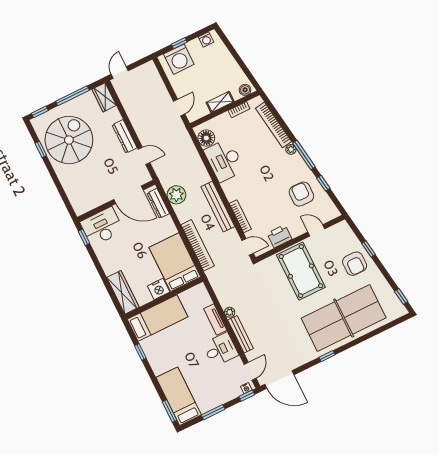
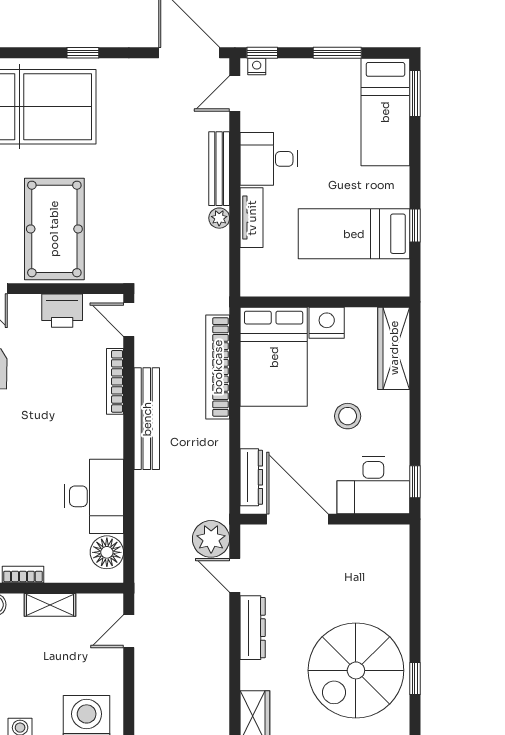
plant: (176, 195) -> (211, 539), moved
stool: (129, 252) -> (348, 416), added
bed: (158, 318) -> (354, 234), moved

